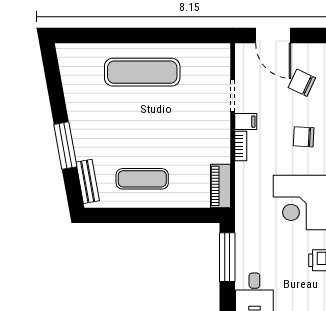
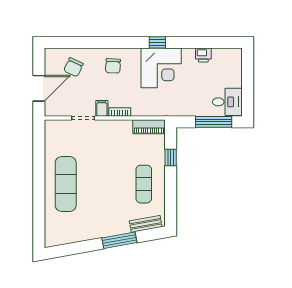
window: (178, 215) -> (171, 158), added
window: (227, 257) -> (214, 122), moved

